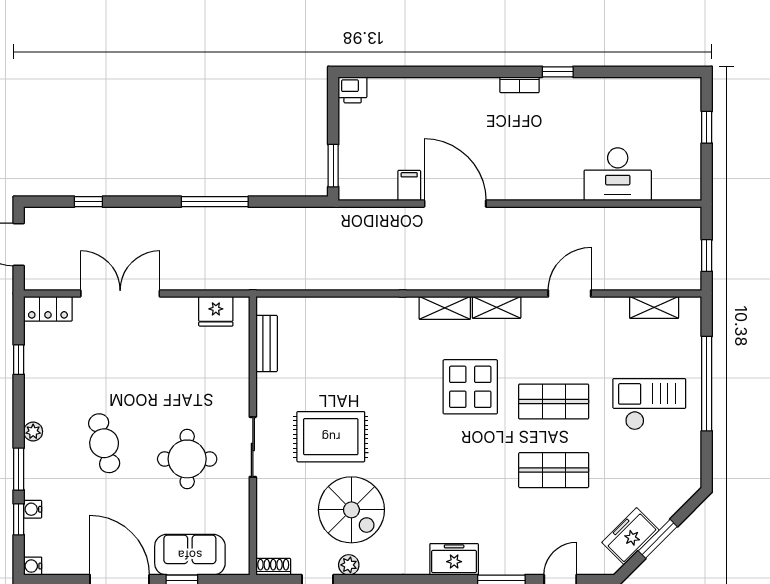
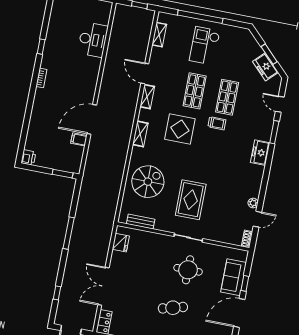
window: (558, 72) -> (41, 47), moved
shelving: (497, 307) -> (147, 97), moved
trolley: (497, 460) -> (217, 123), added
spiral stairs: (351, 510) -> (148, 182), moved

